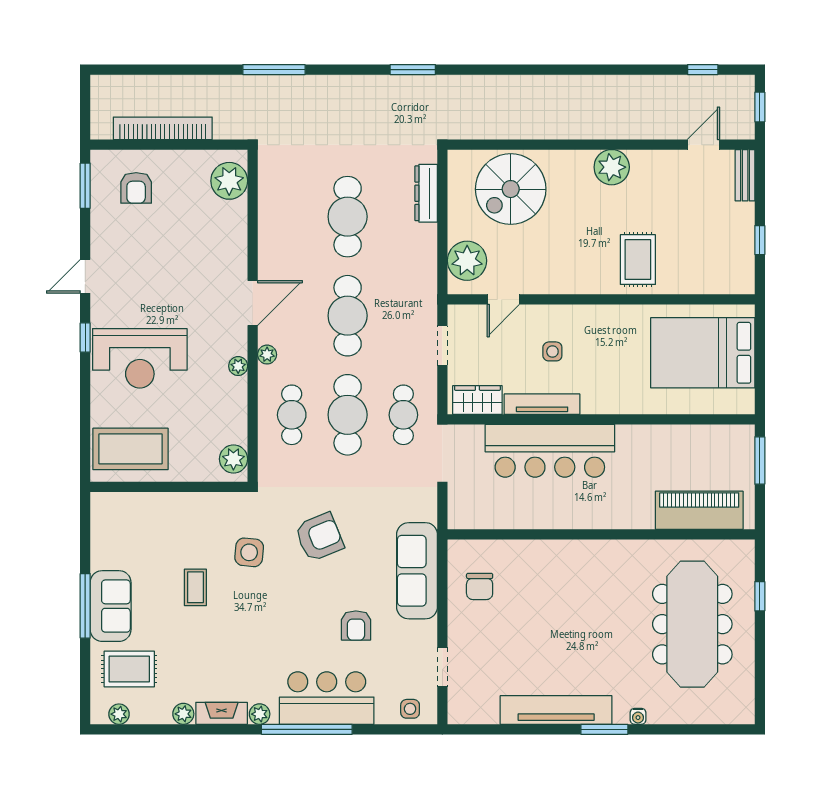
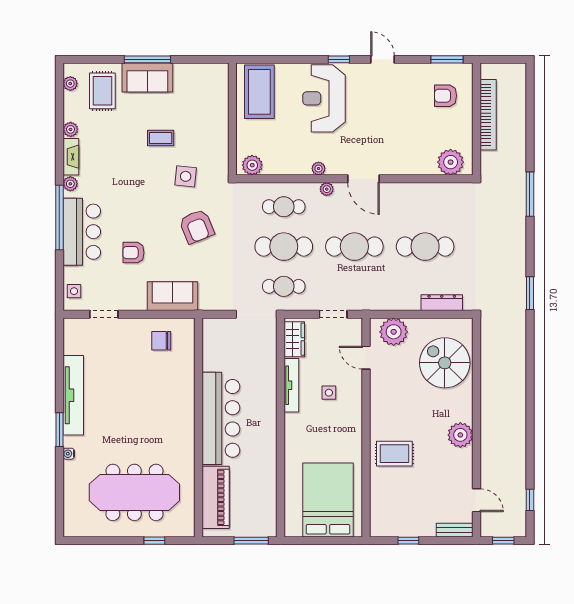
bar counter: (550, 451) -> (221, 418), moved, turned 180
sofa: (417, 571) -> (172, 296), width x0.73

